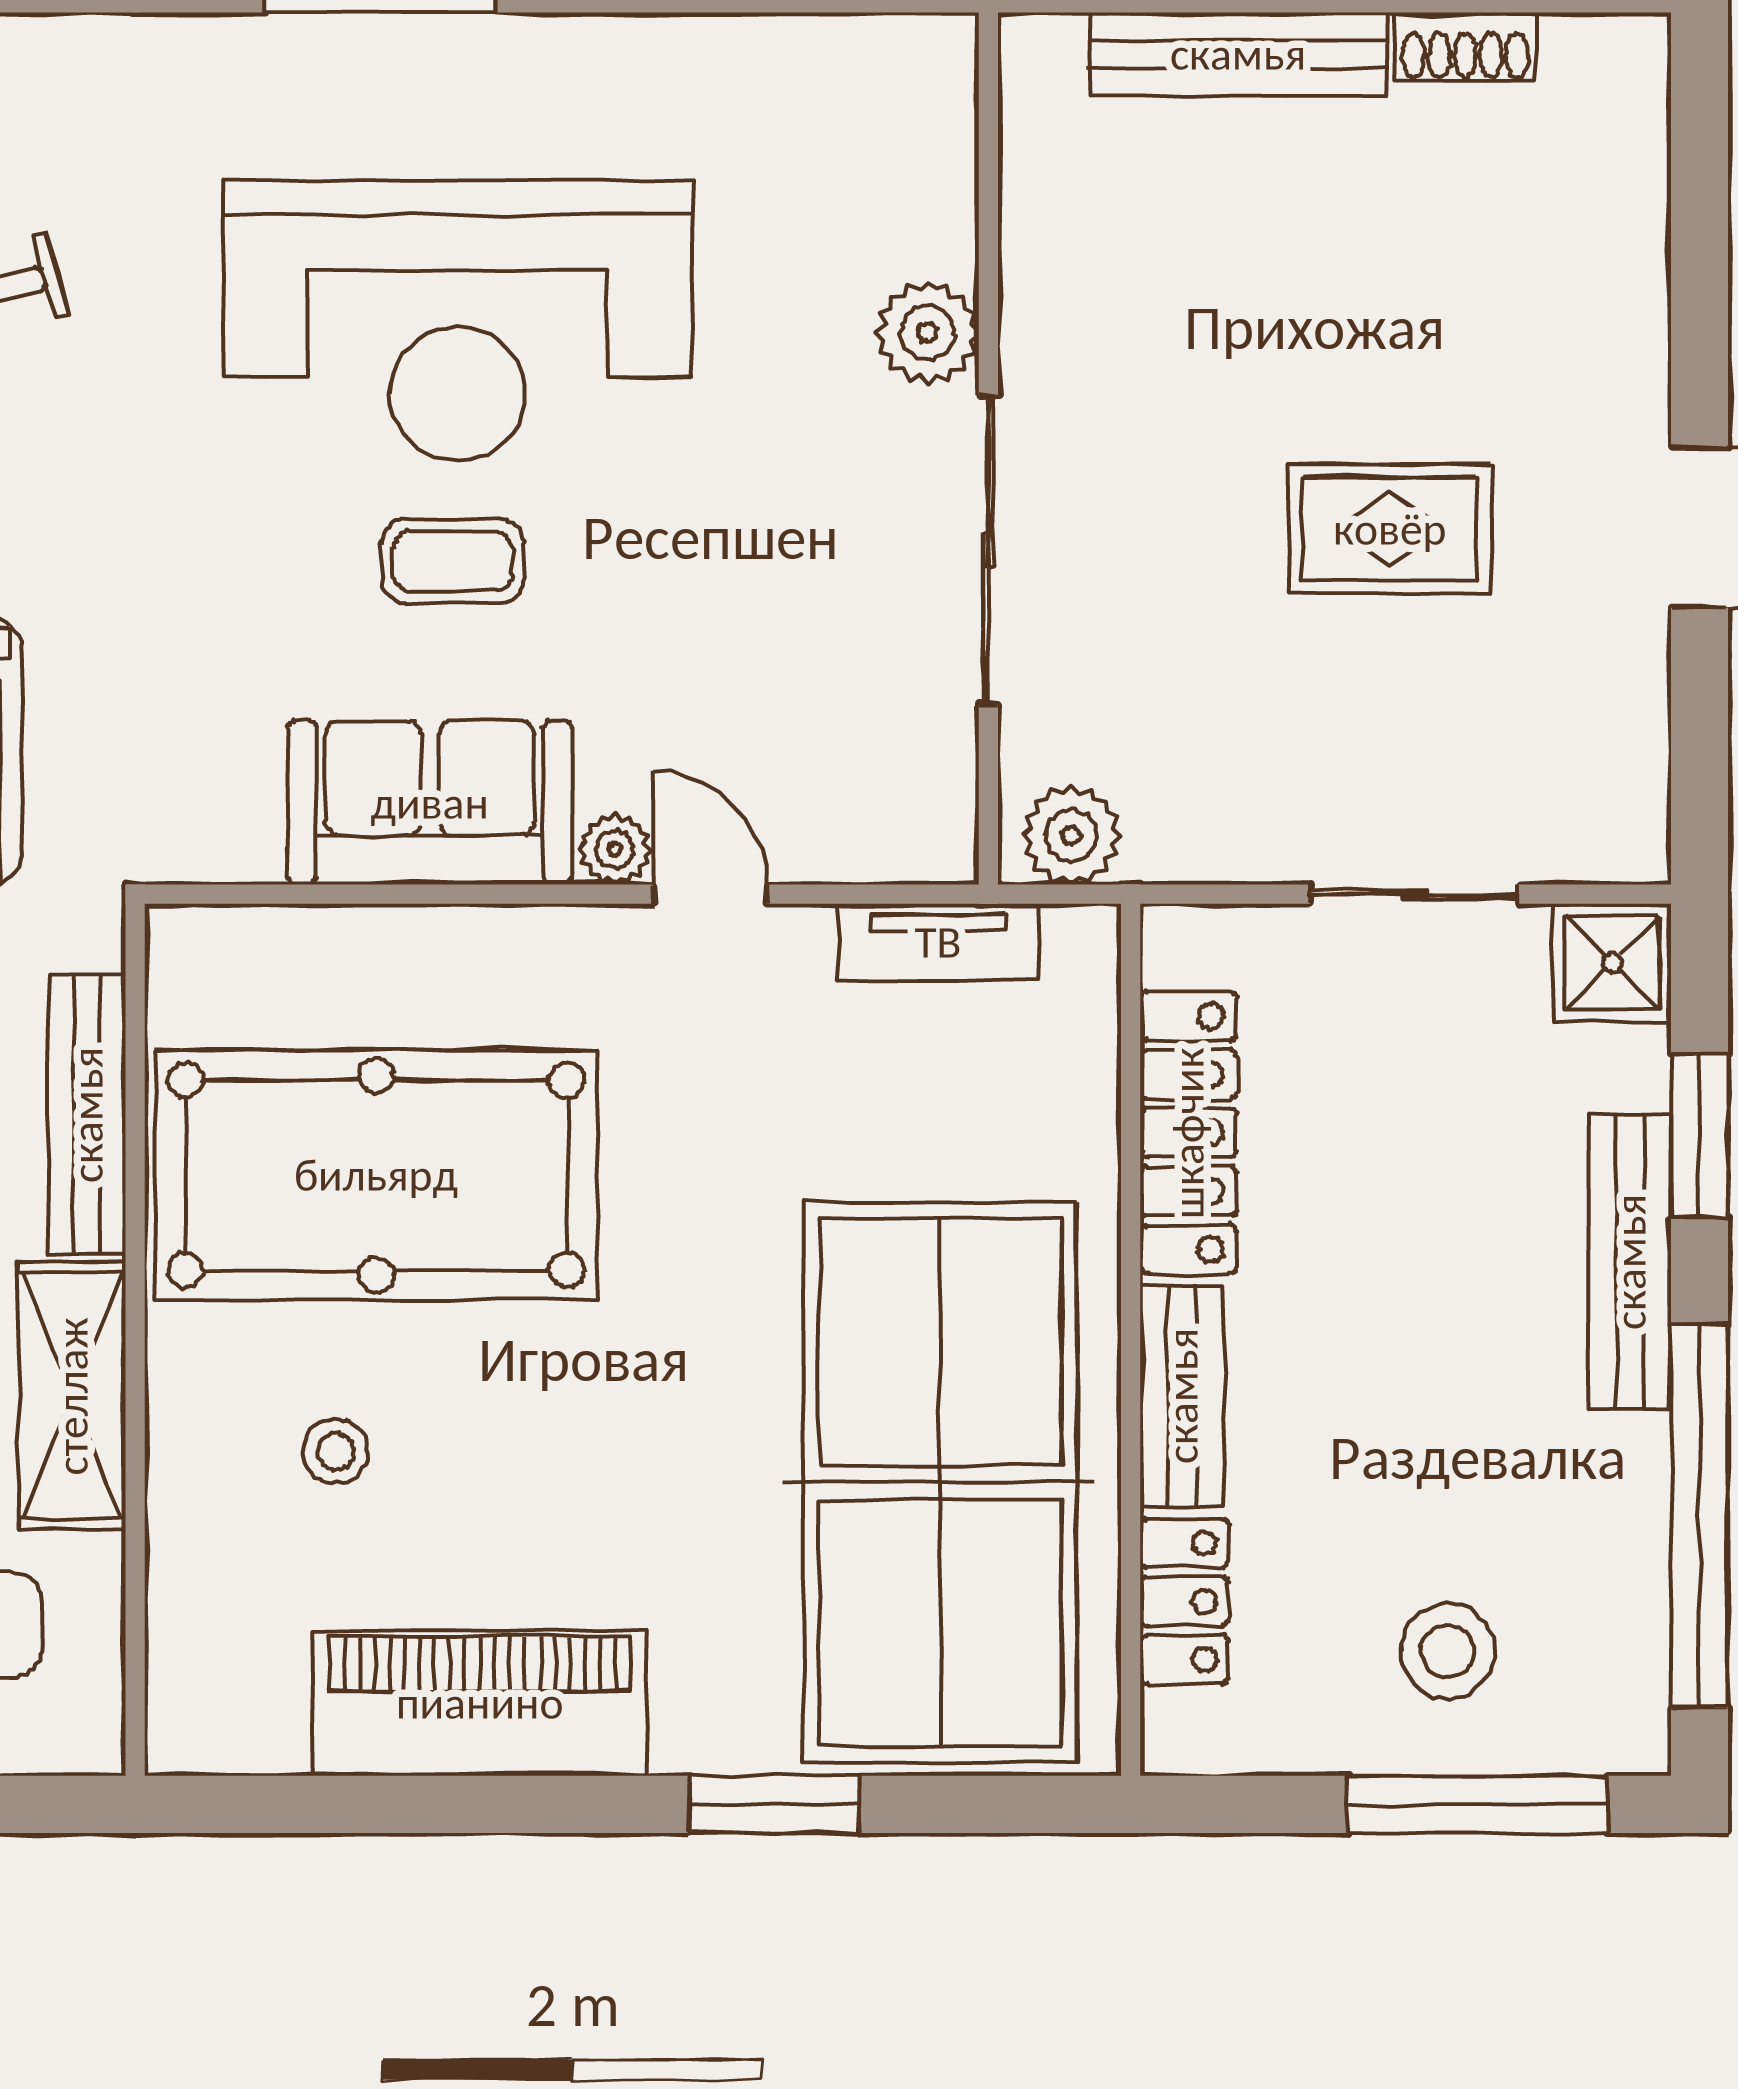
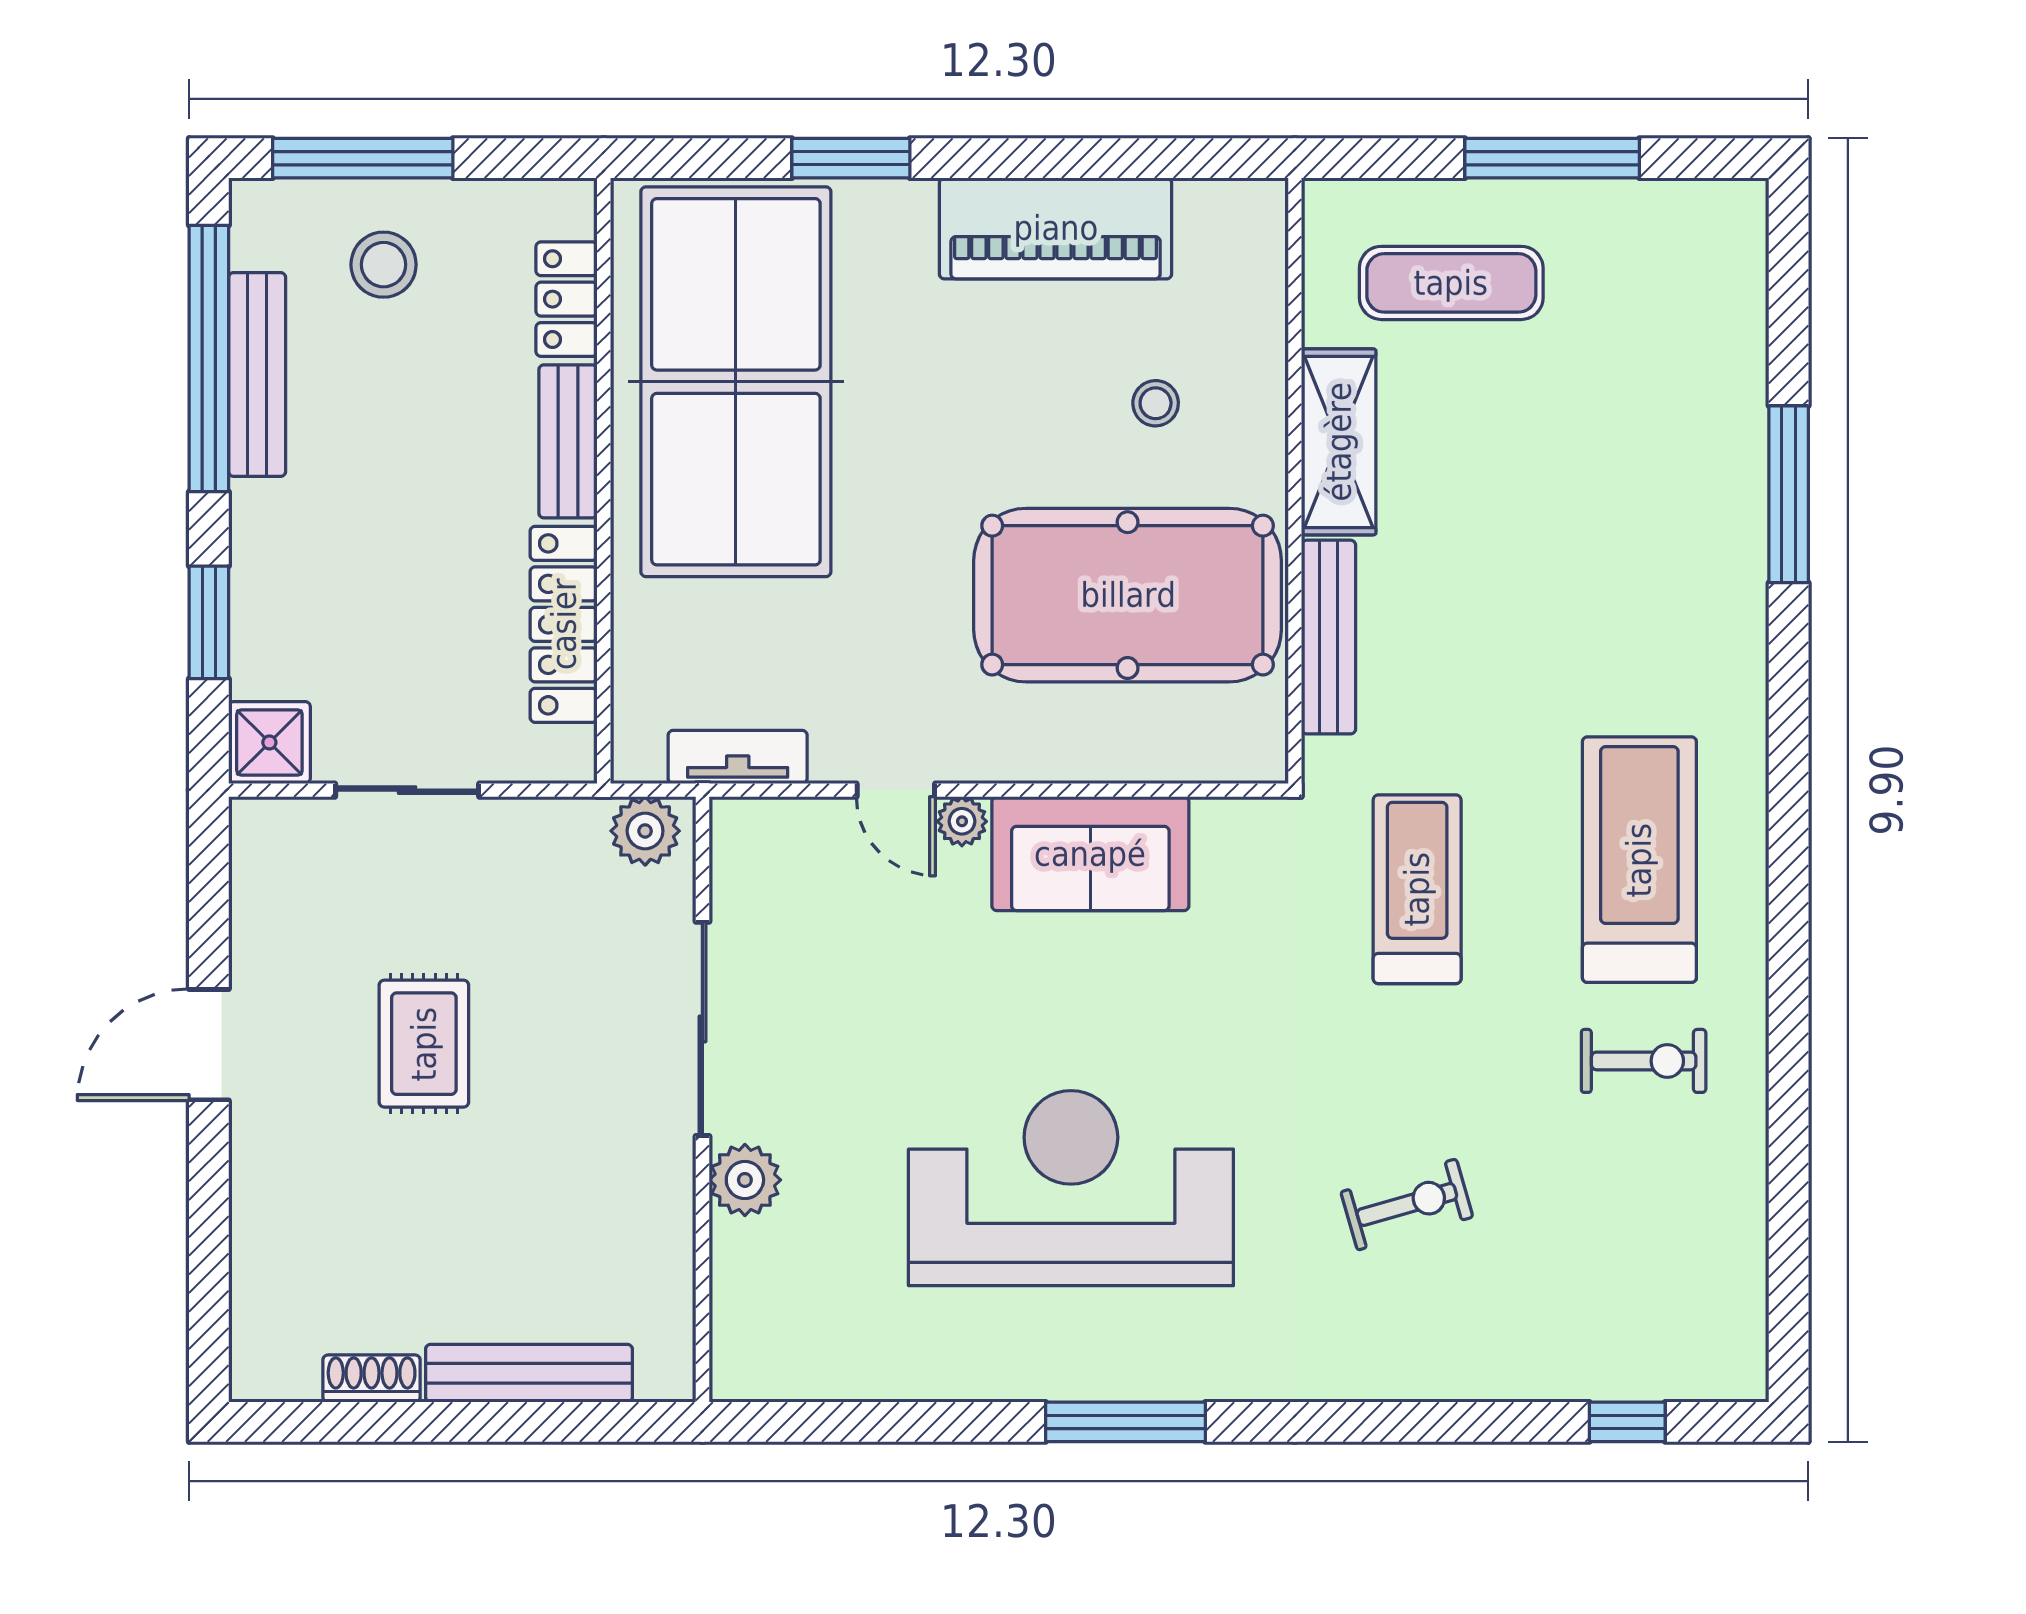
rug: (1390, 529) -> (424, 1044), turned 90
coffee table: (452, 561) -> (1075, 1021), removed
bench: (1630, 1262) -> (257, 374), moved

